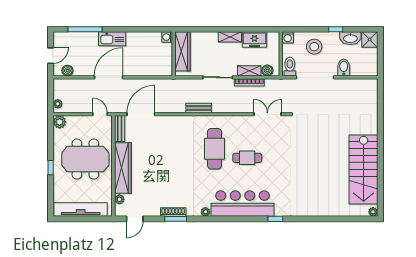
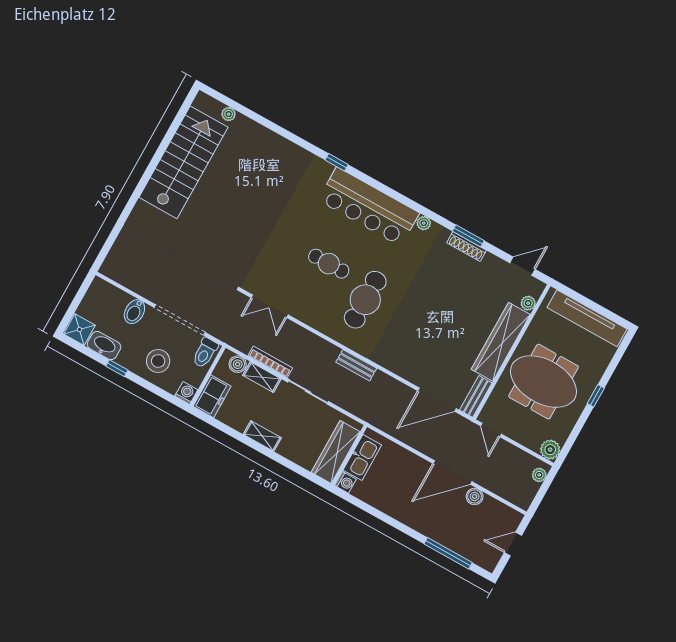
kitchen sink: (112, 39) -> (362, 457), moved, turned 90
freezer: (254, 40) -> (212, 396), moved, turned 90
boiler: (67, 71) -> (475, 496), moved
plant: (373, 212) -> (229, 114), moved

